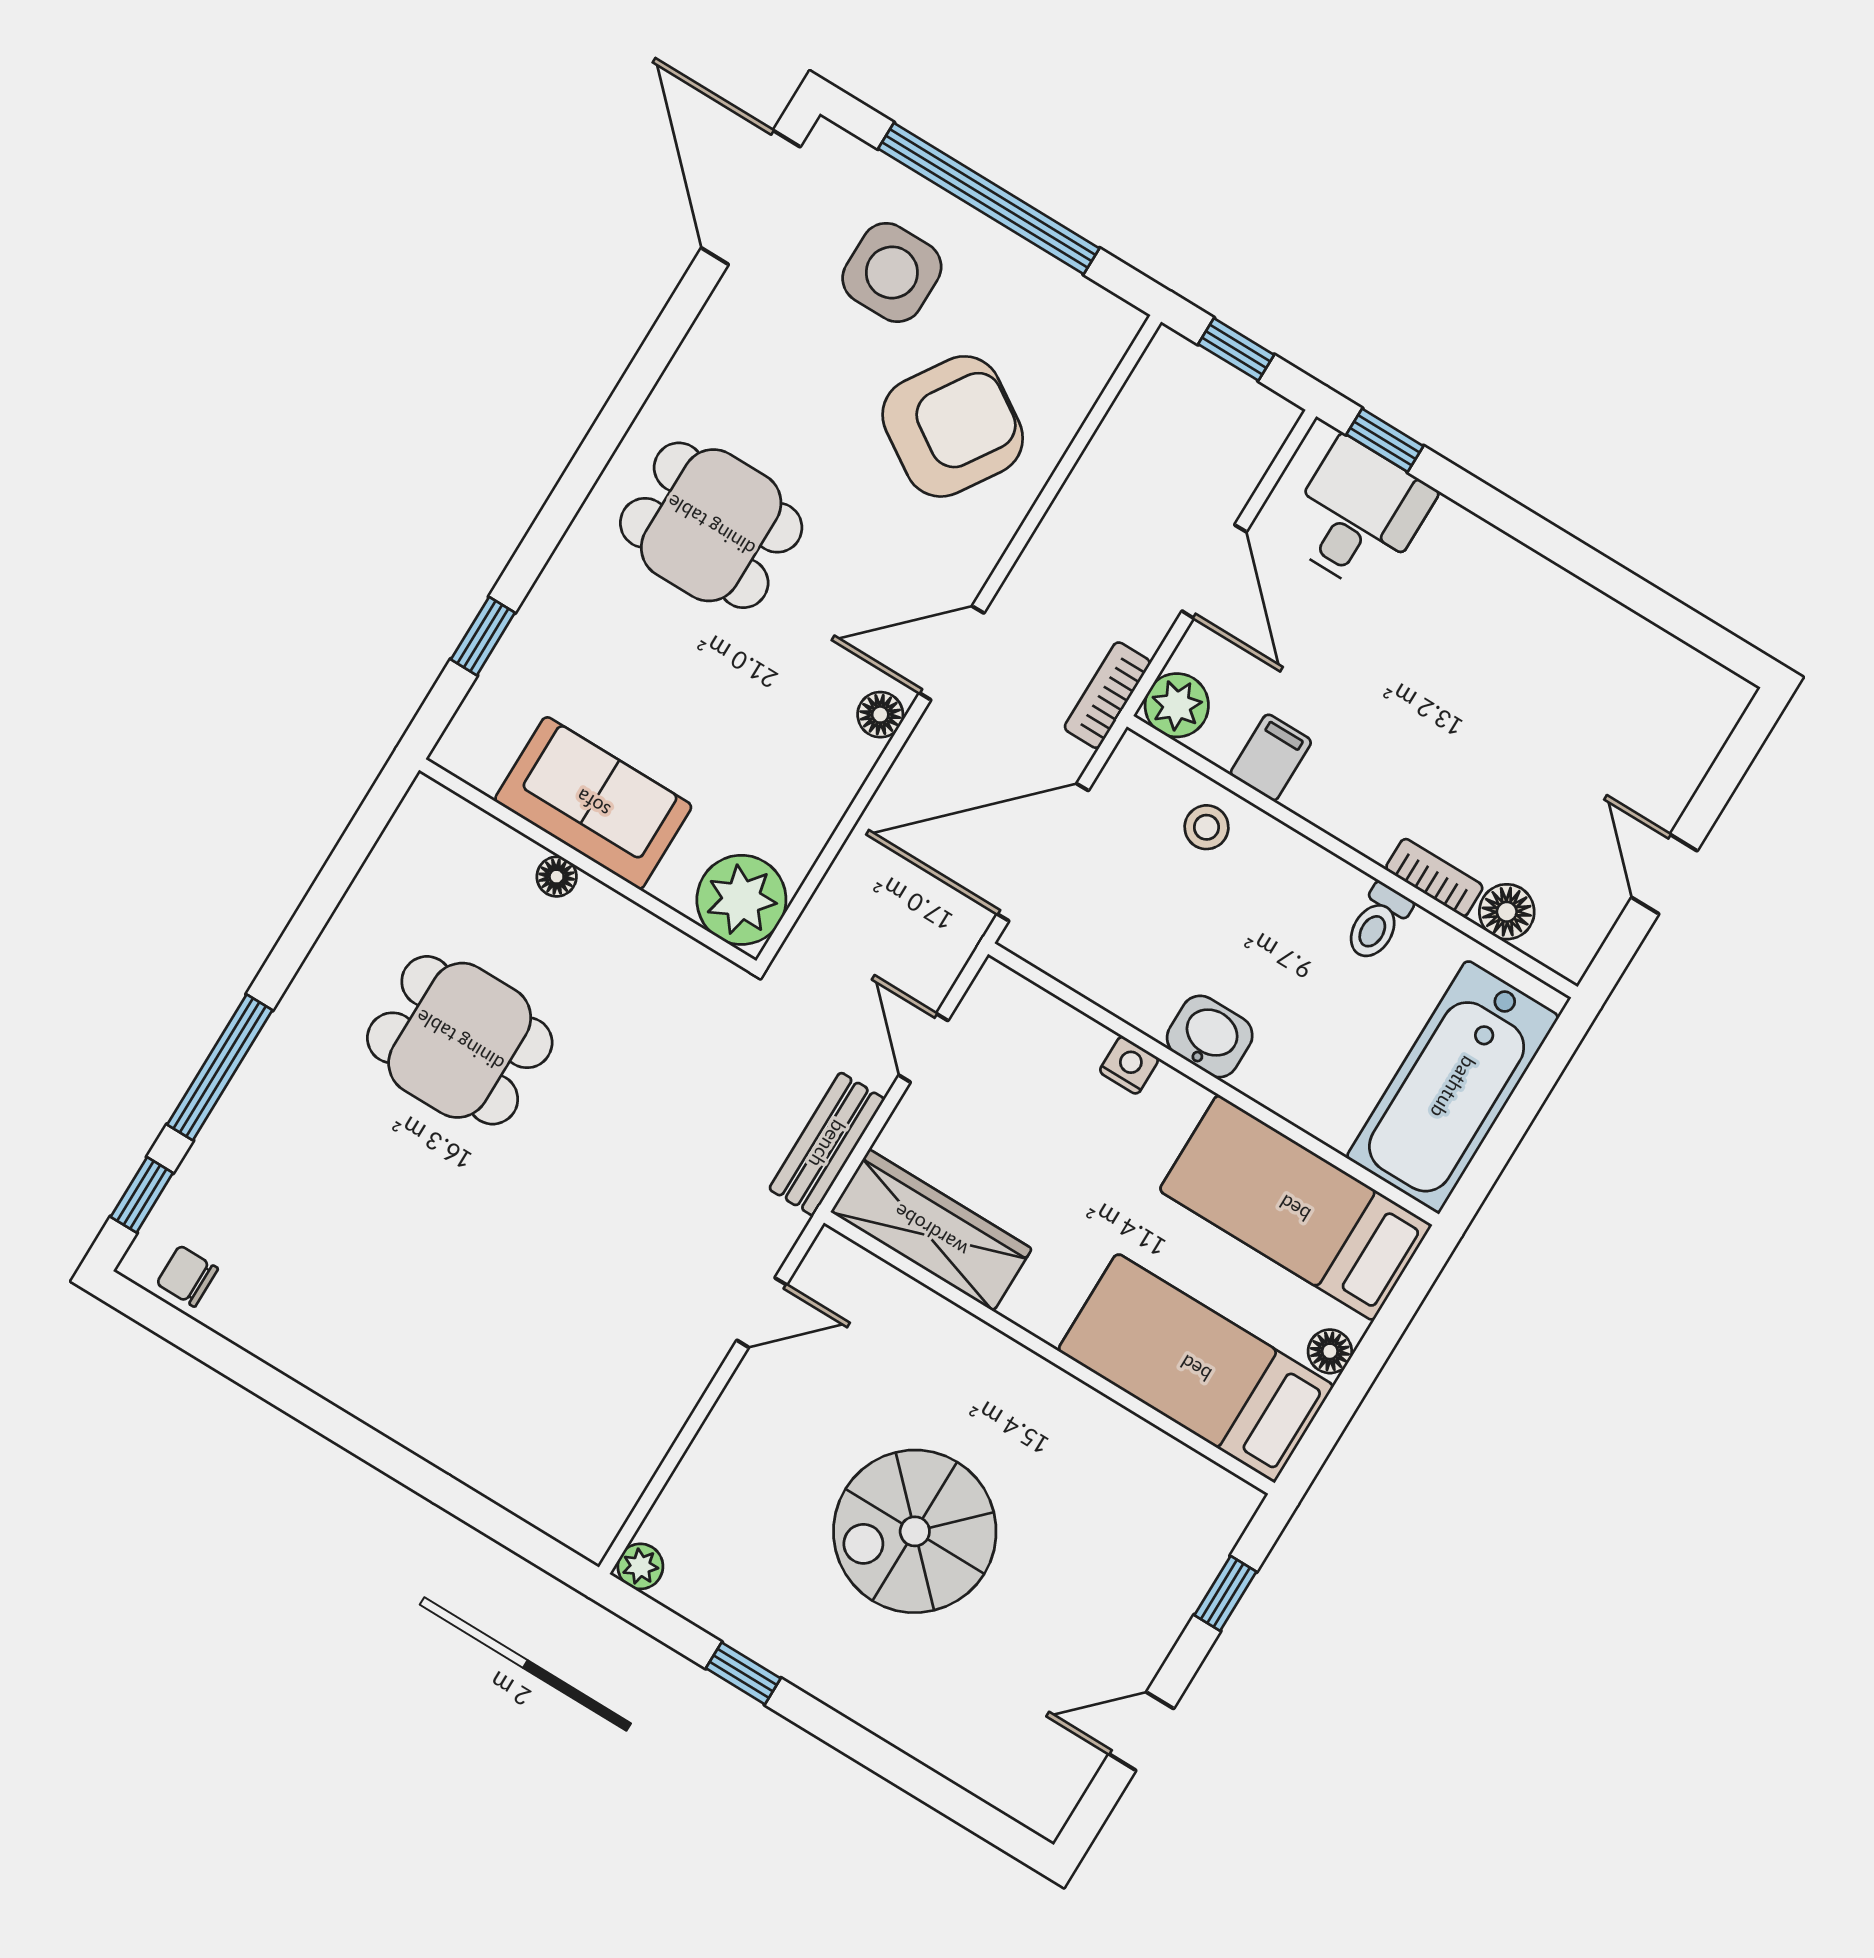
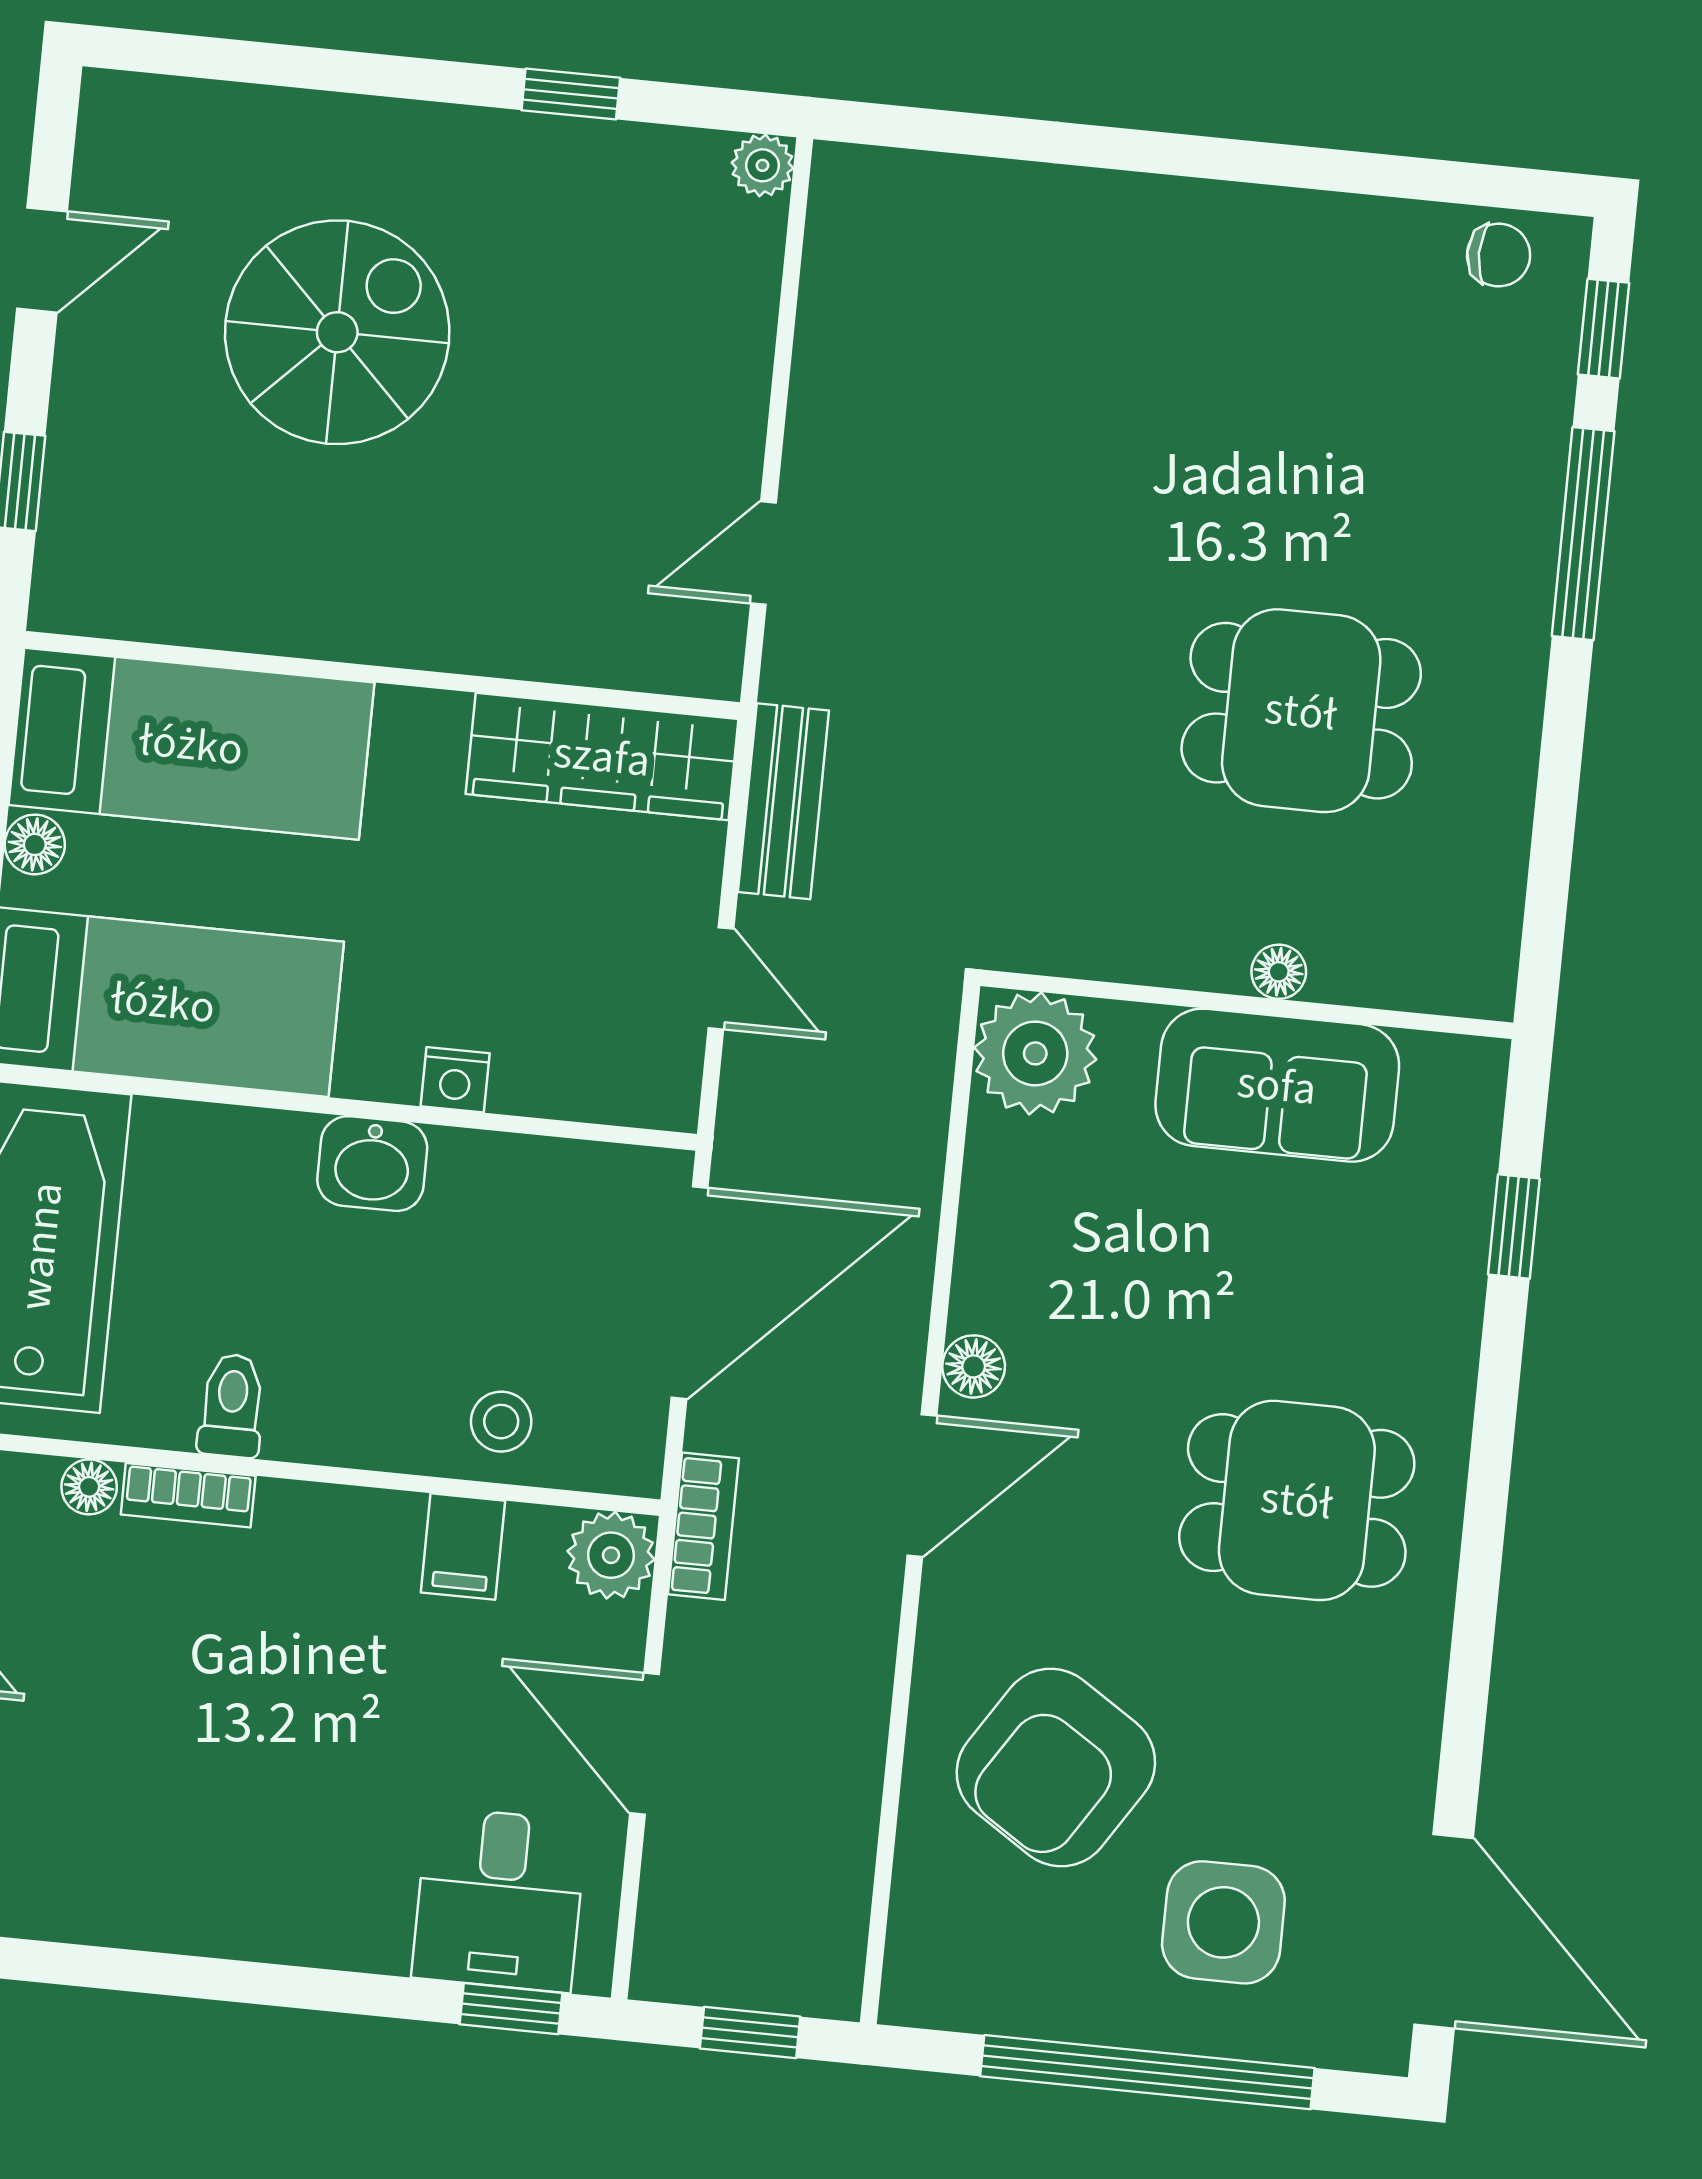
floor lamp: (1507, 912) -> (89, 1487), width x0.73, depth x0.73
spiral stairs: (915, 1531) -> (337, 332), moved

